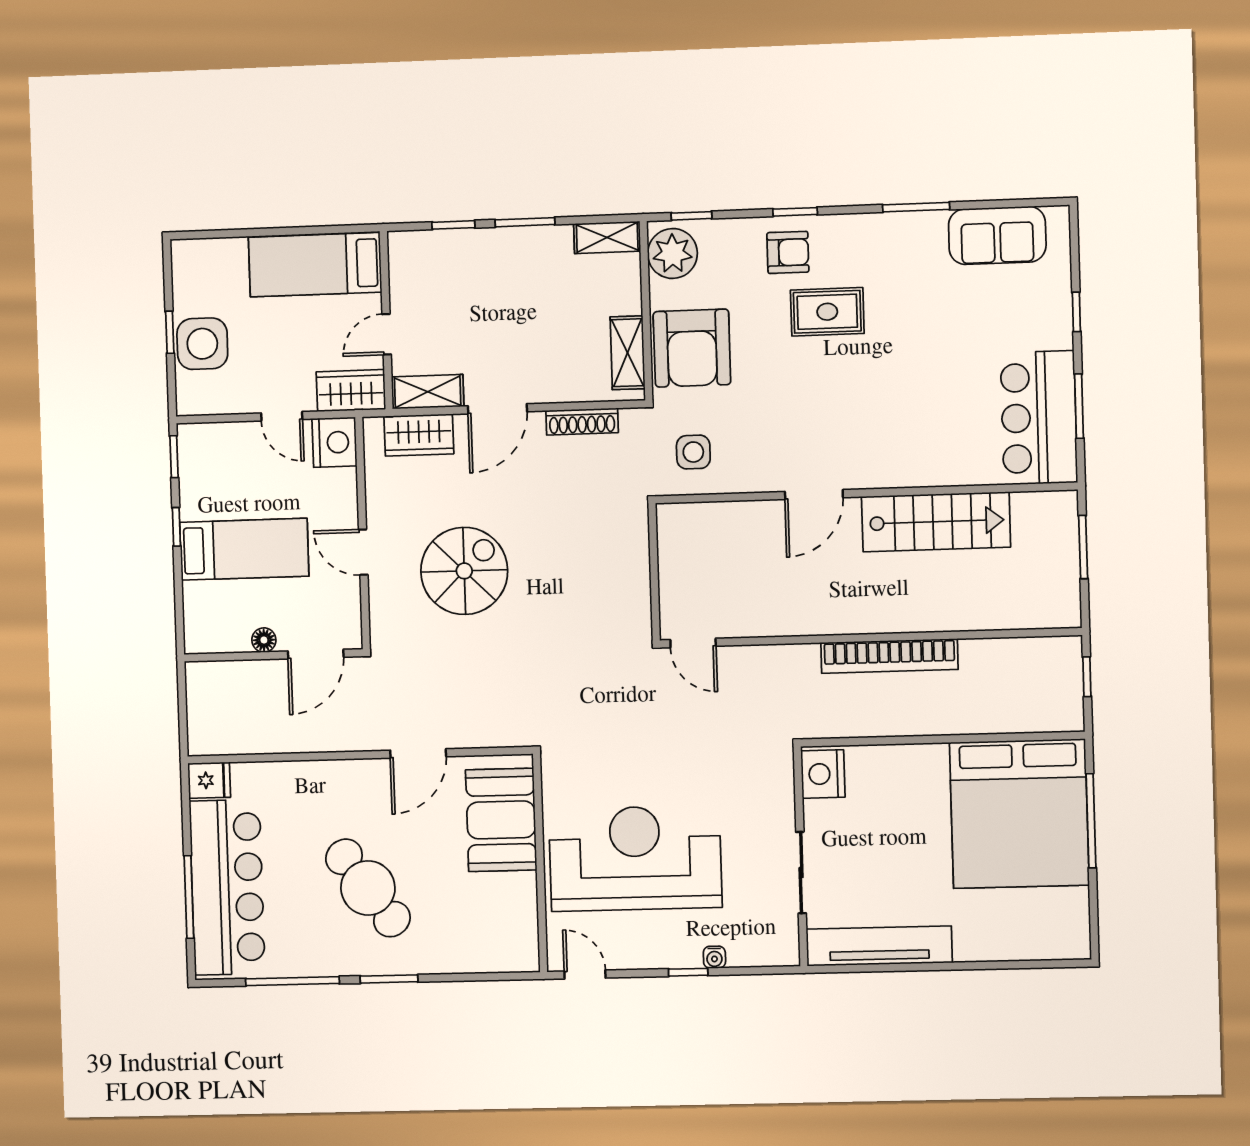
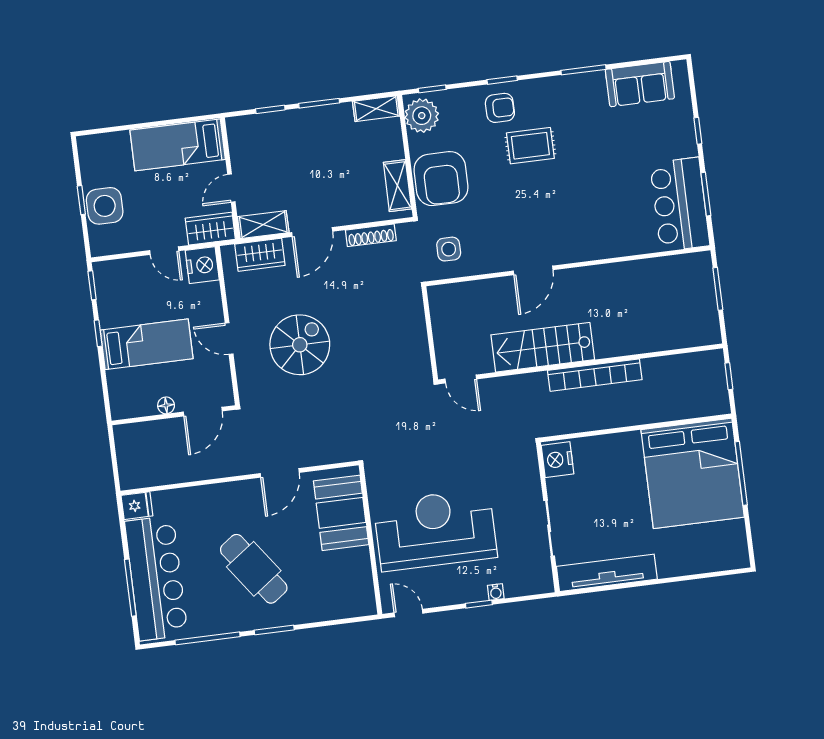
stairs: (936, 522) -> (543, 347), moved, turned 180

